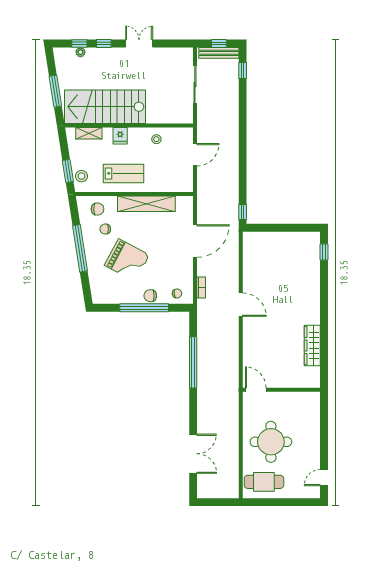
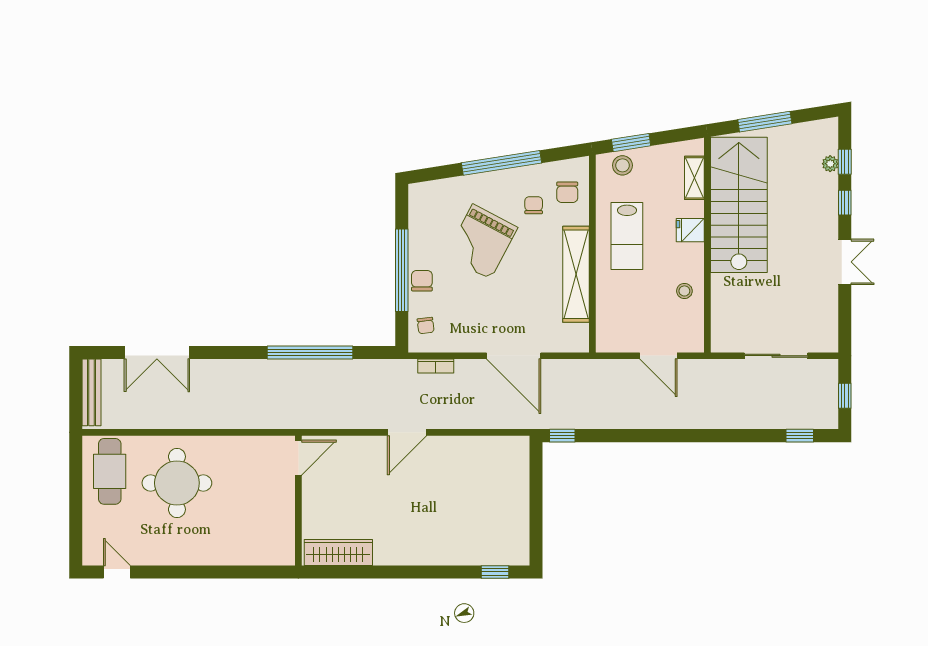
bench: (219, 53) -> (91, 392), moved
door: (256, 390) -> (298, 458), moved
wall: (281, 390) -> (298, 501), moved

